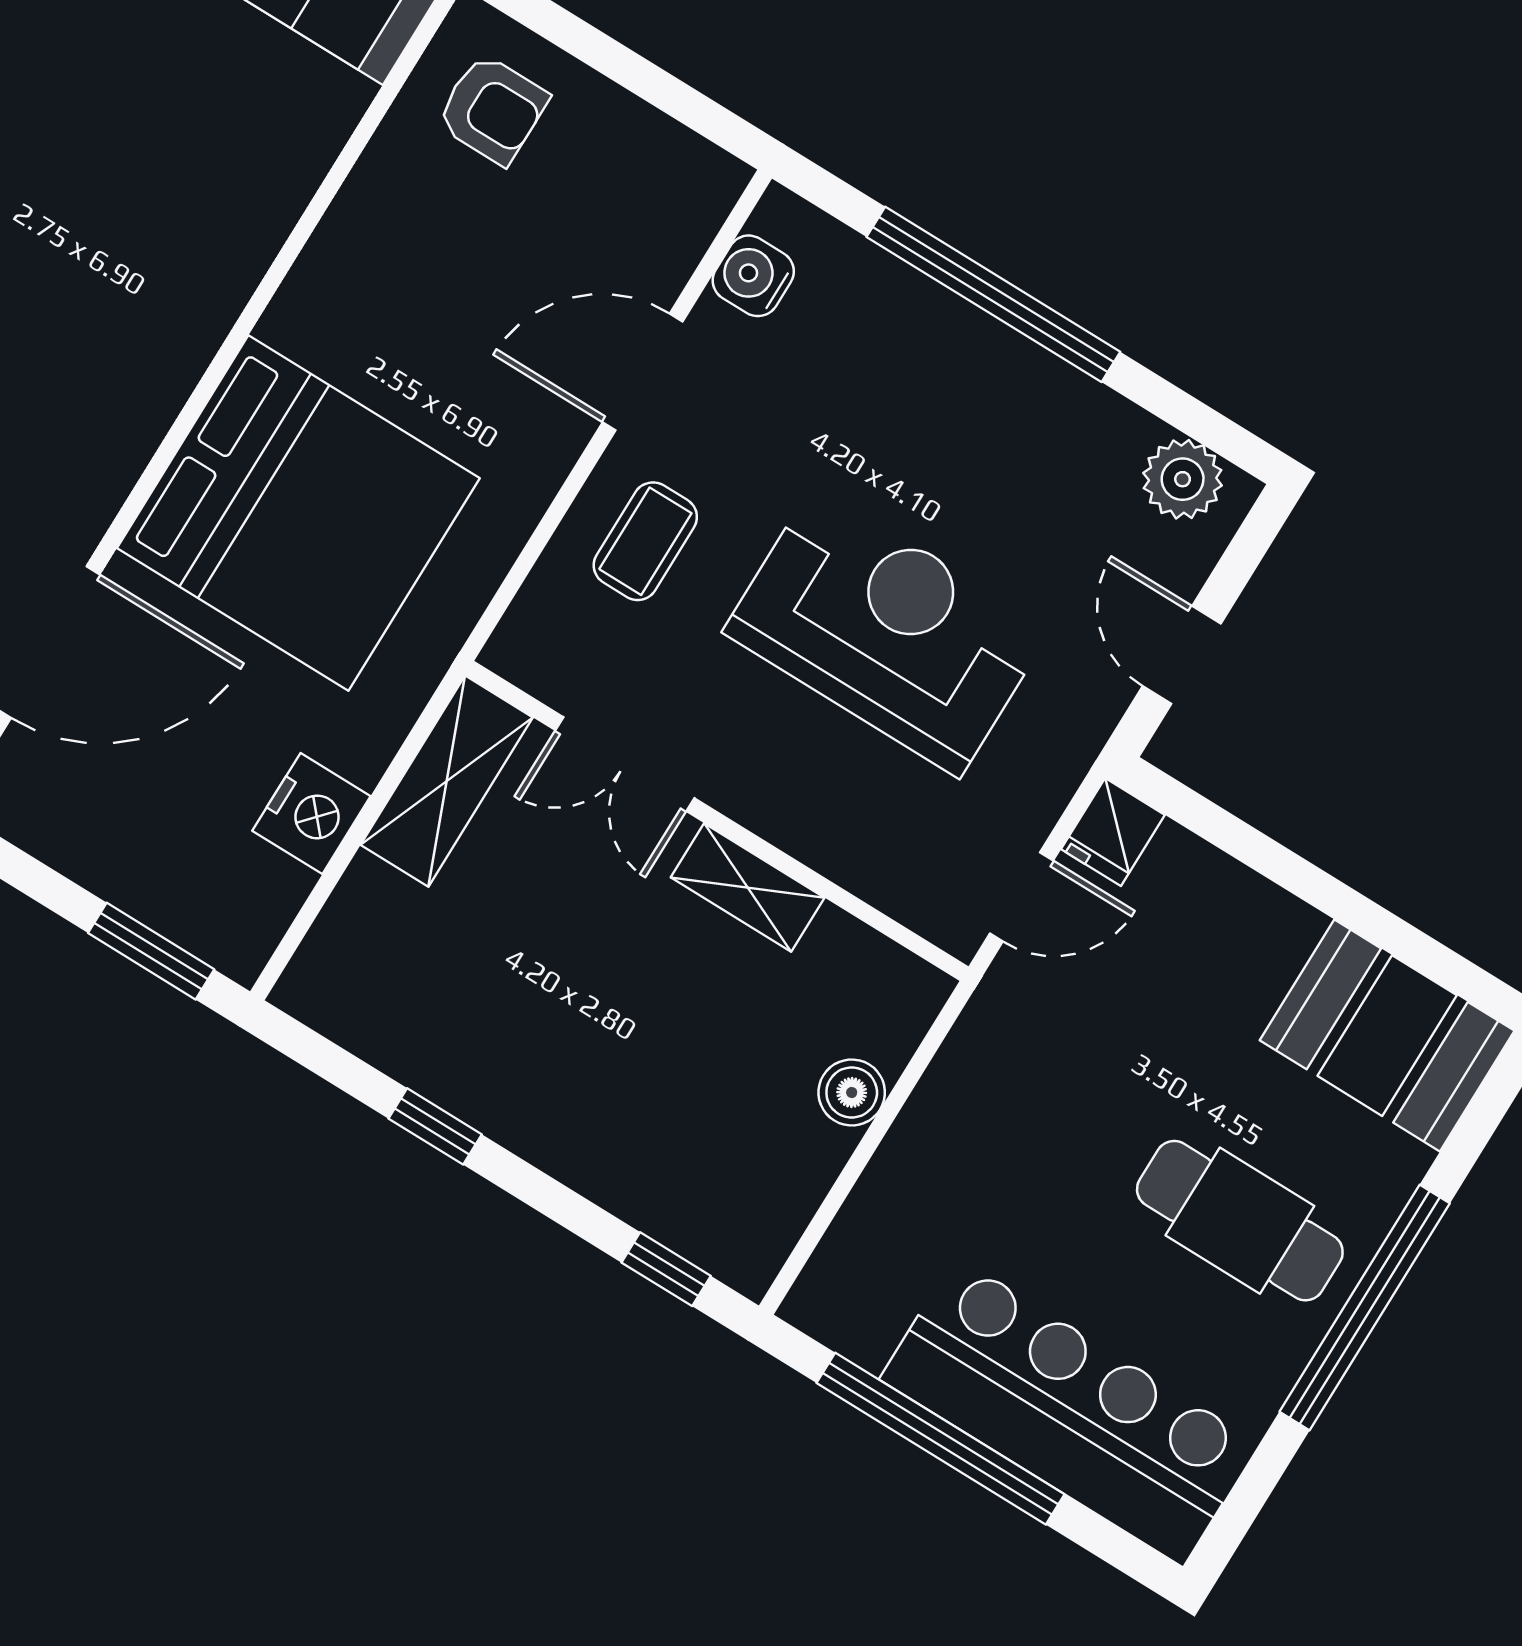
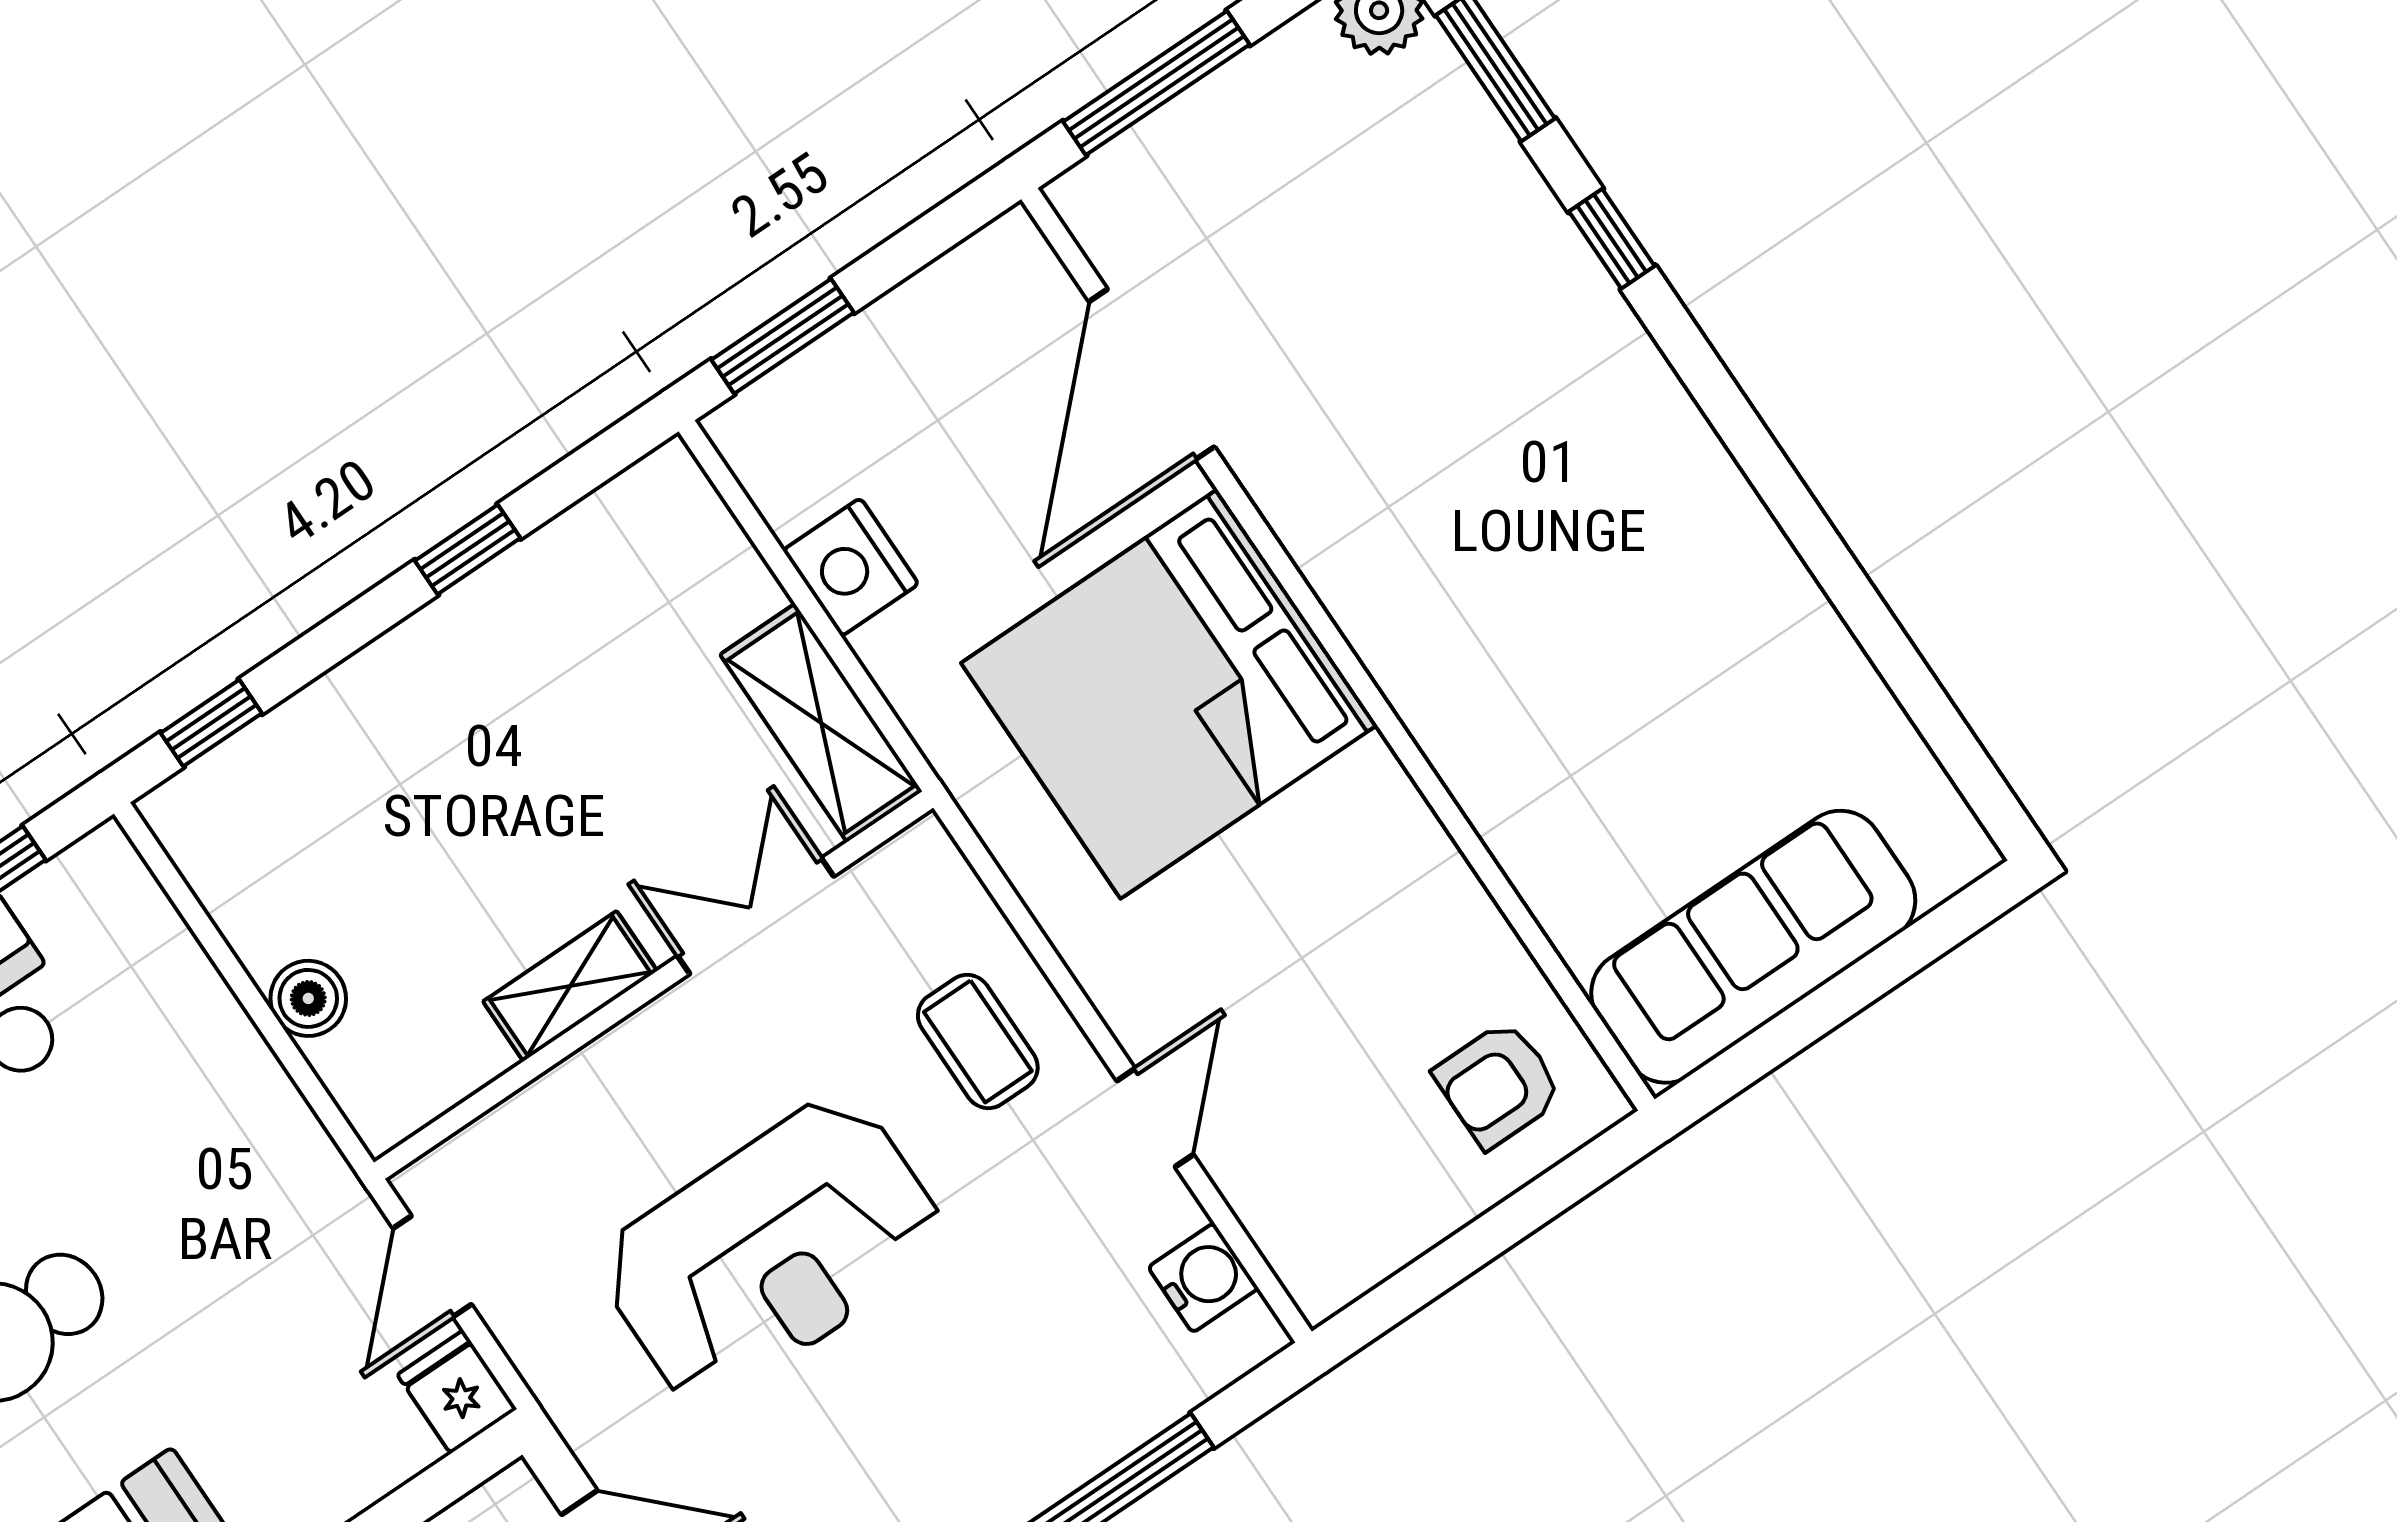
door: (643, 372) -> (1155, 1118), width x0.73

